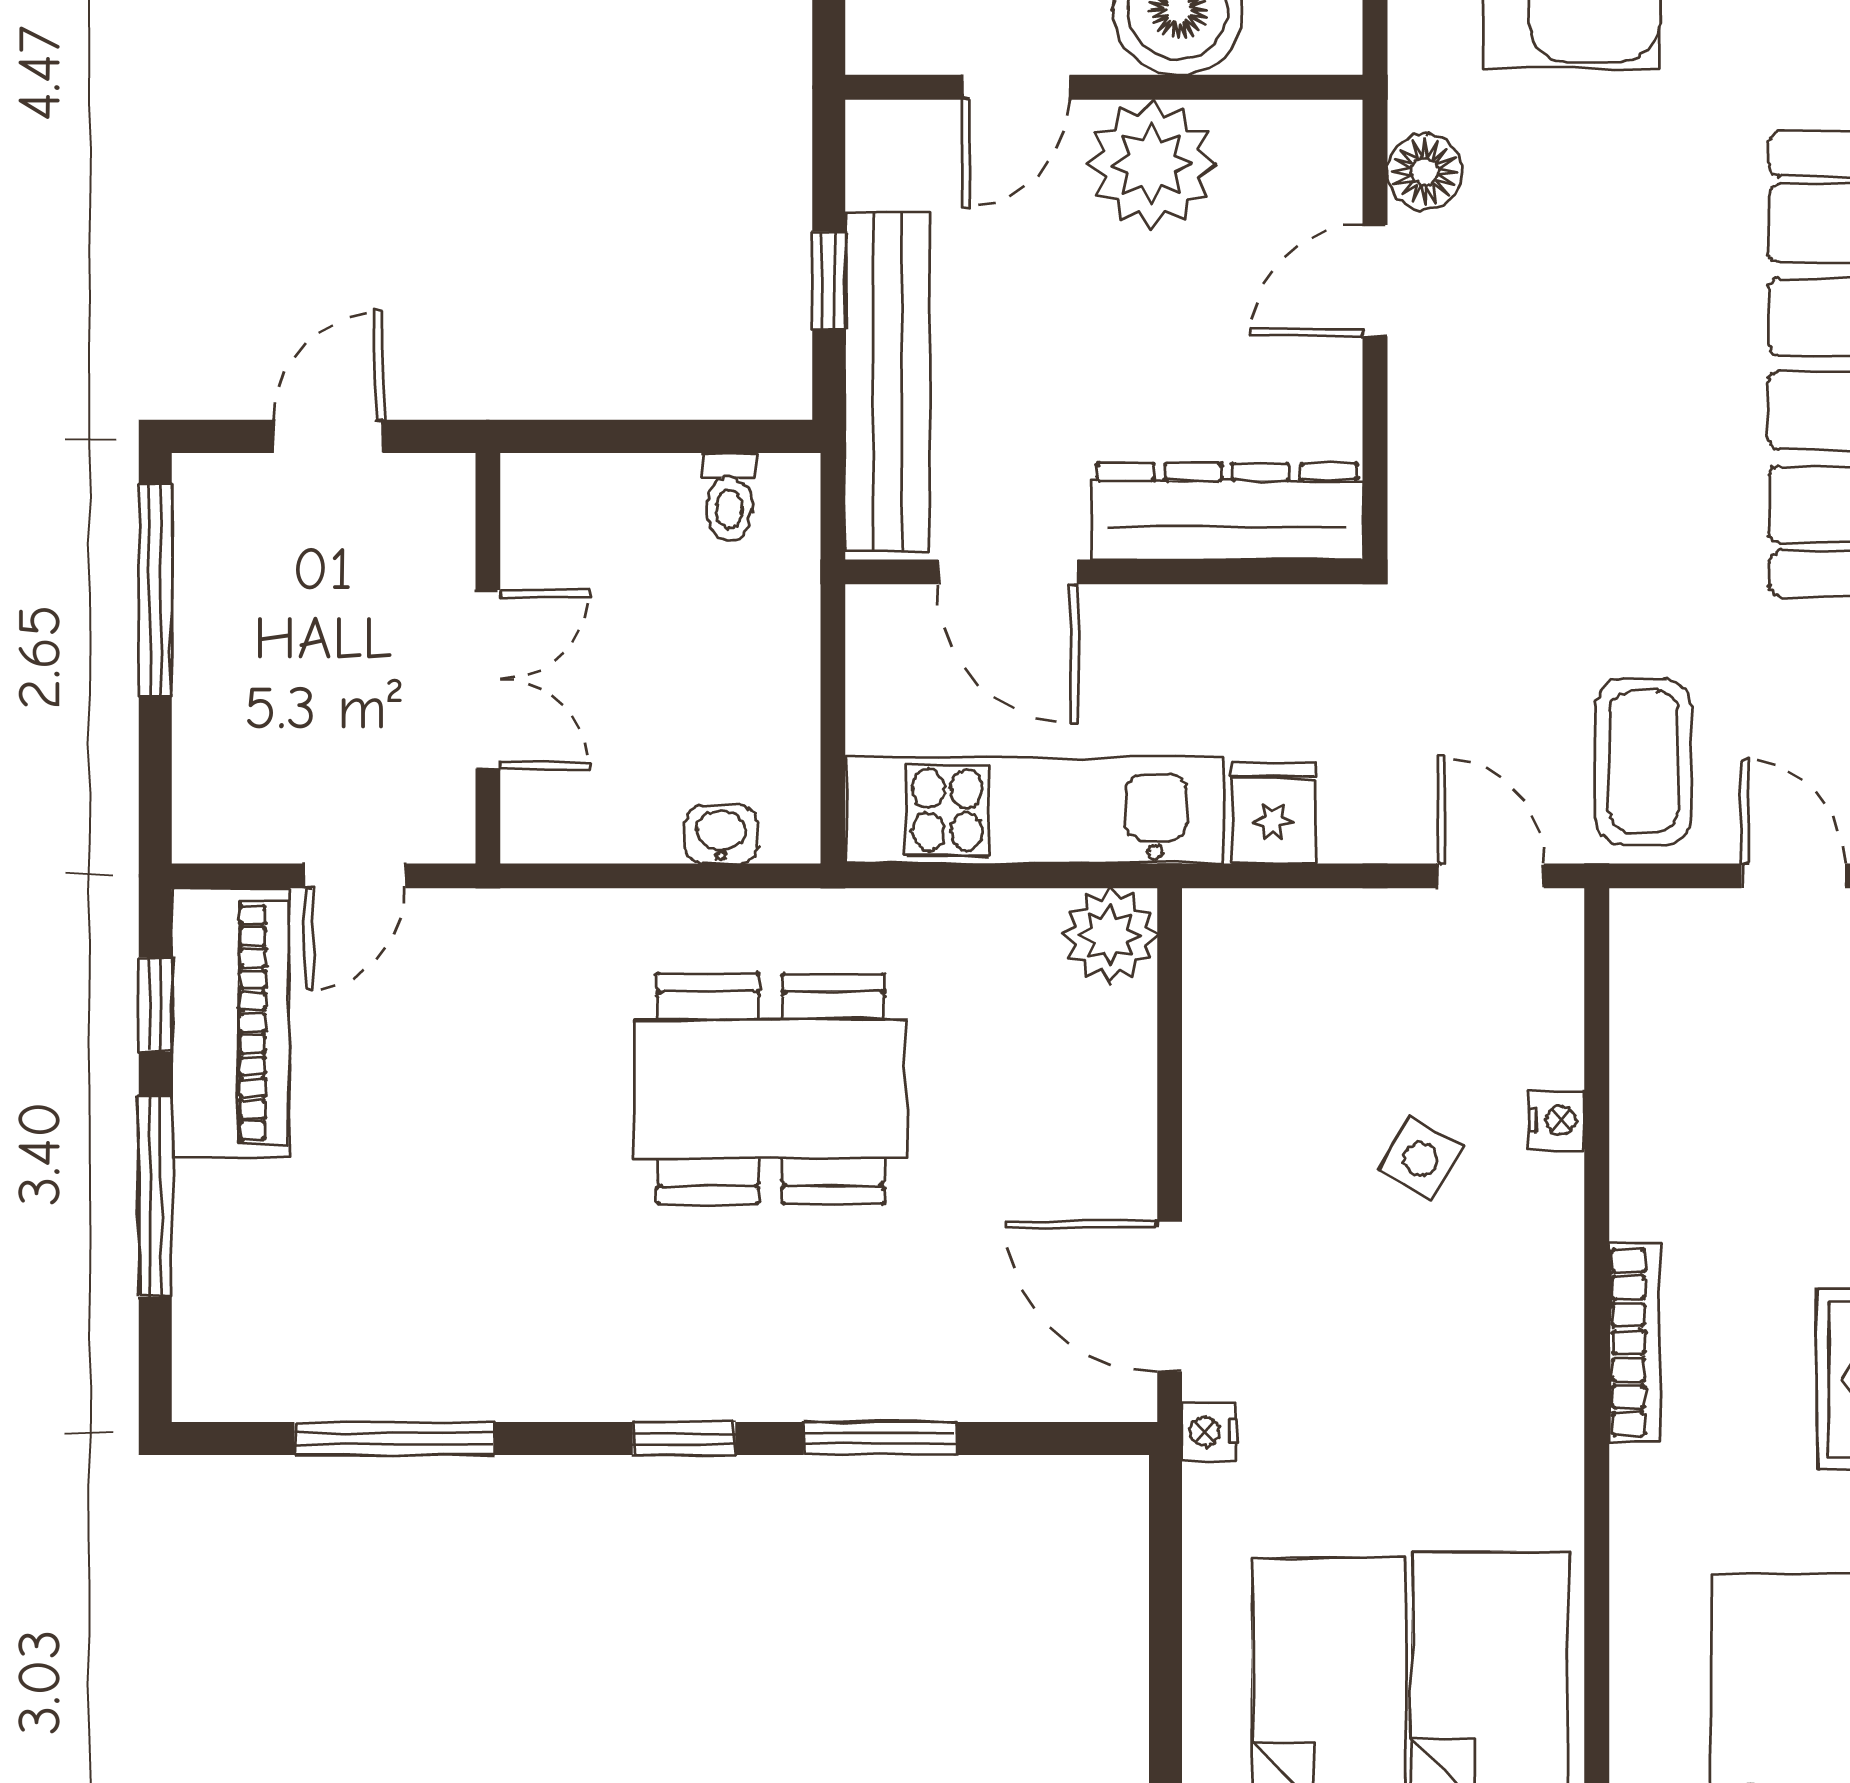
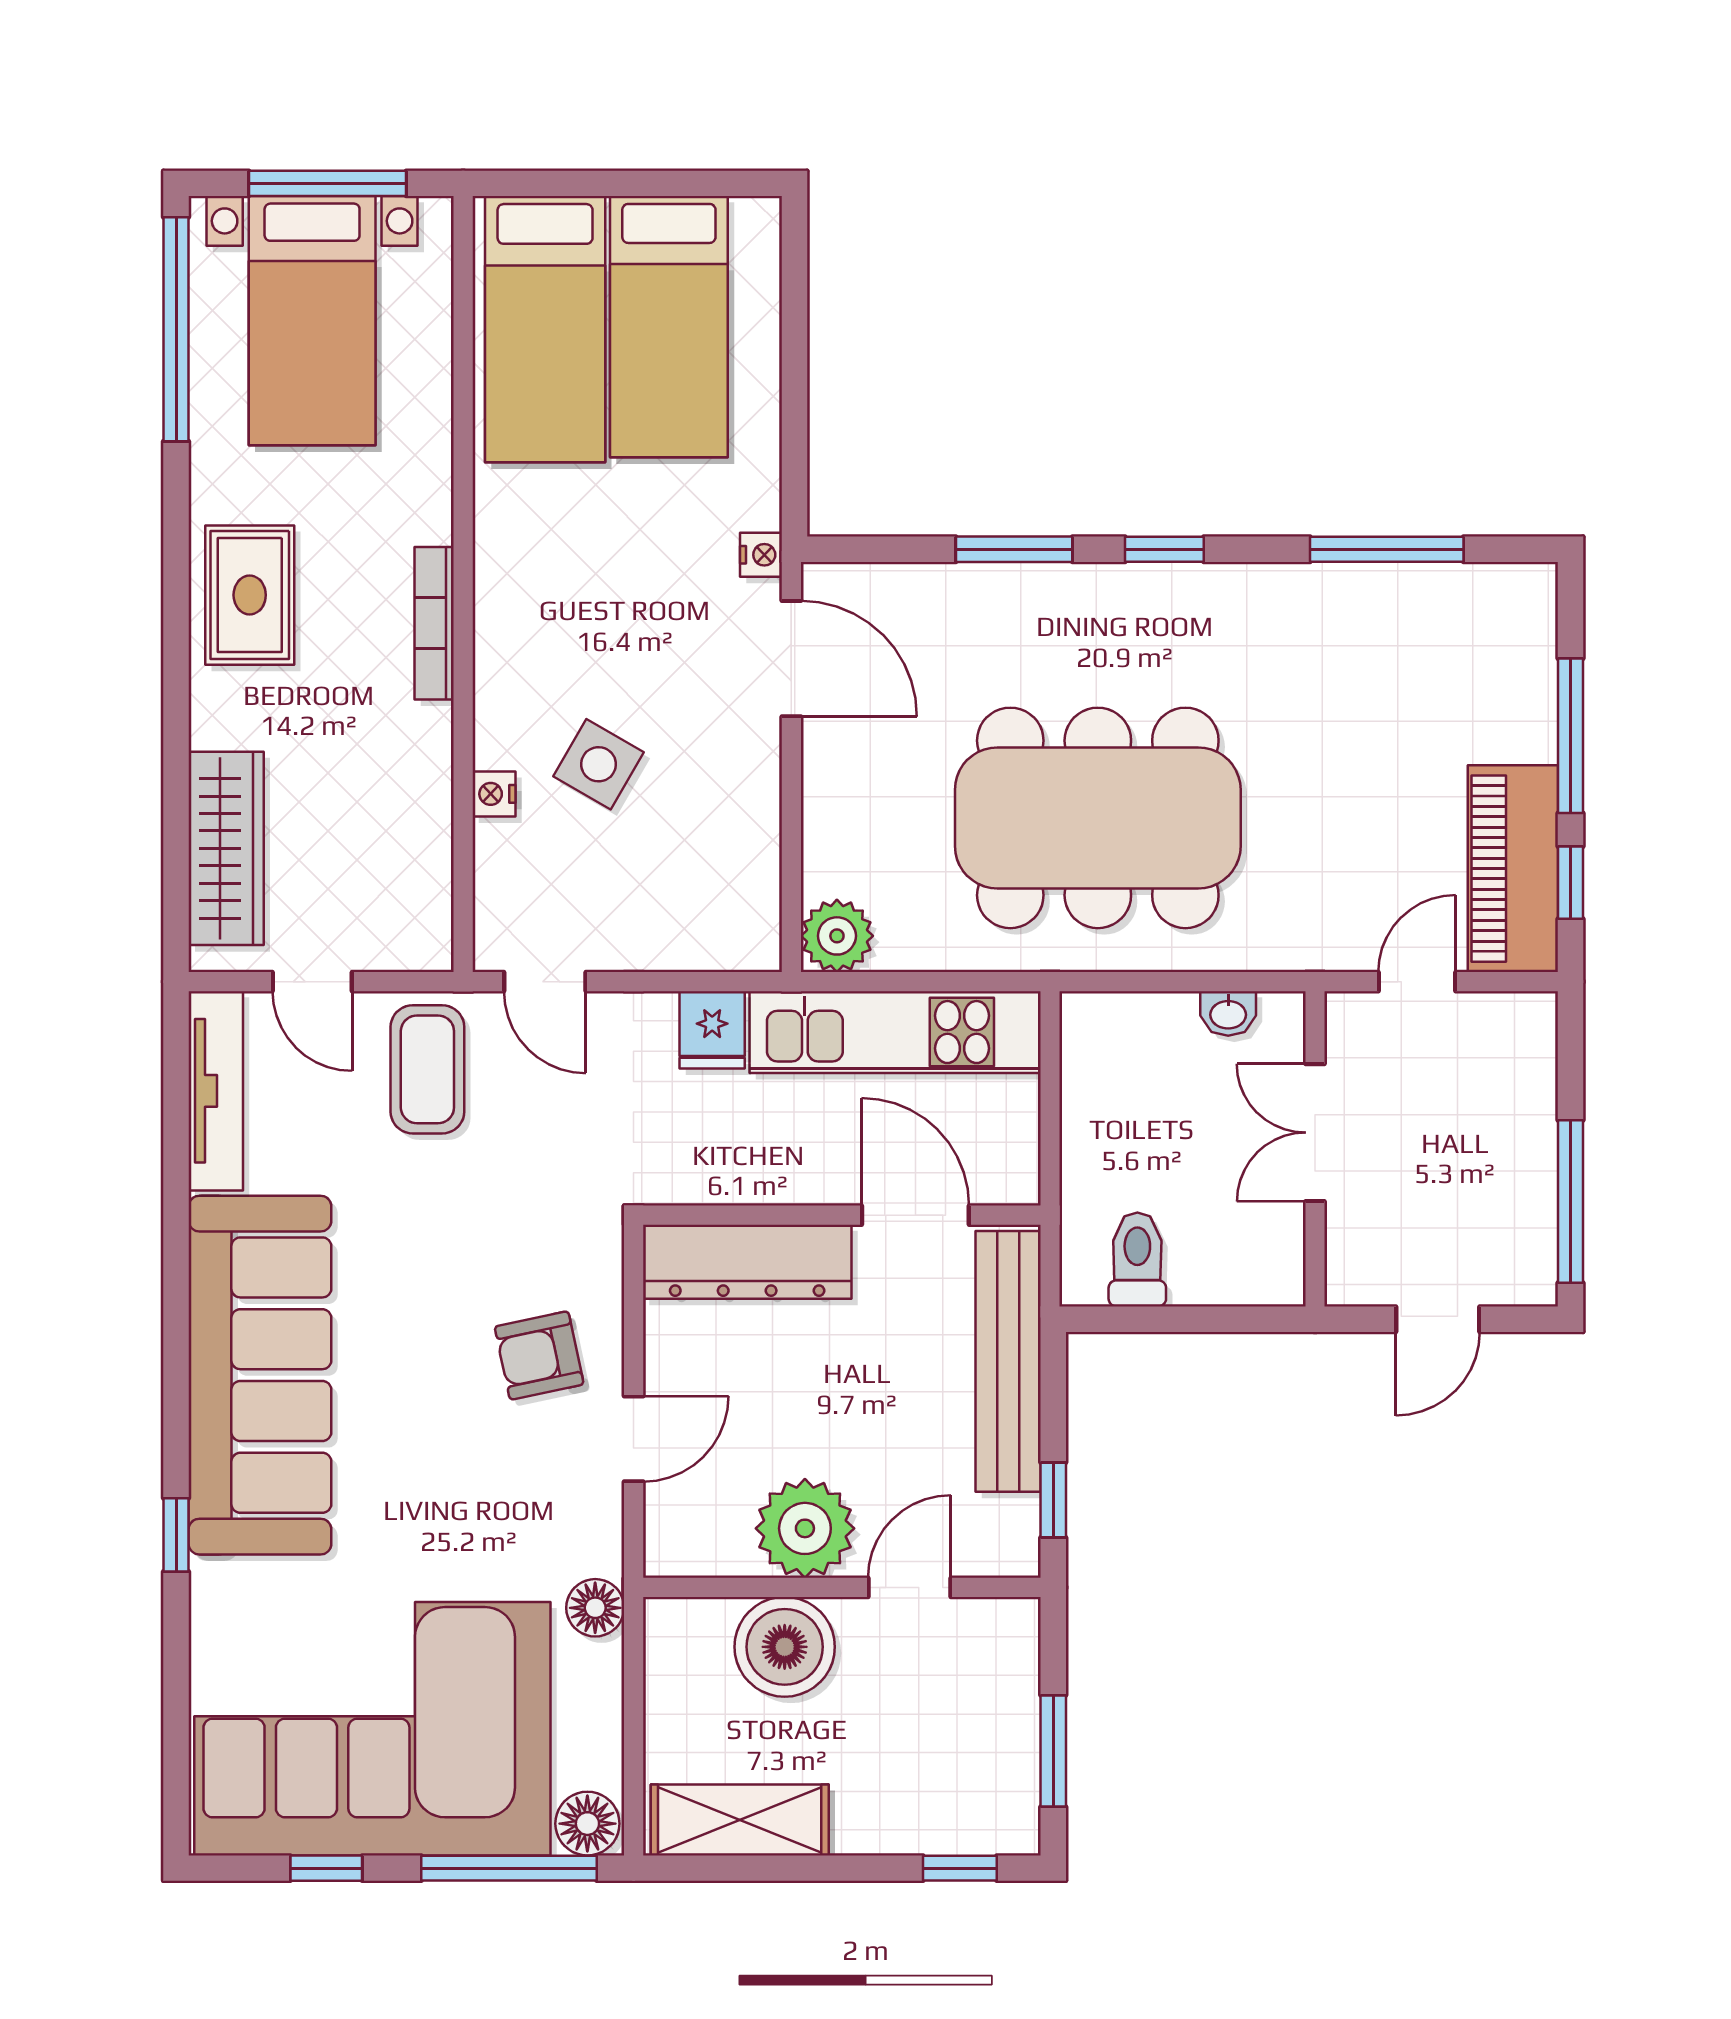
floor lamp: (1425, 172) -> (595, 1608), moved
window: (829, 281) -> (1053, 1500), moved
armchair: (1498, 389) -> (539, 1355), added
toilet: (729, 497) -> (1137, 1259), width x1.37, depth x1.39
washbasin: (721, 834) -> (1228, 1013), moved
dining table: (771, 1089) -> (1098, 818), width x1.36, depth x1.24
side table: (1421, 1159) -> (599, 764), width x1.37, depth x1.37

